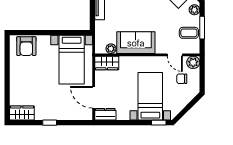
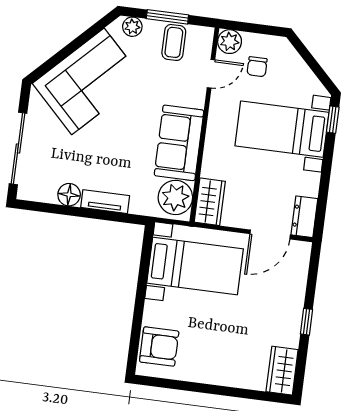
plant: (111, 49) -> (175, 197), width x1.88, depth x1.88

